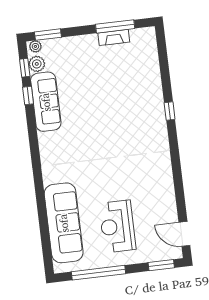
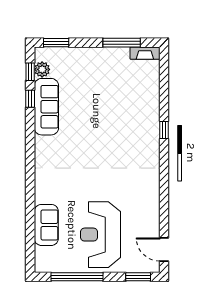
fireplace: (114, 37) -> (145, 53), moved
plant: (35, 46) -> (43, 53), removed
sofa: (64, 223) -> (46, 225), width x0.54, depth x0.79
reception desk: (117, 226) -> (101, 235), width x1.36, depth x1.30

